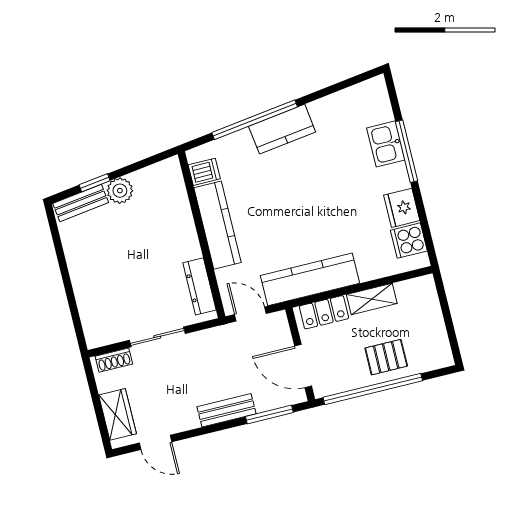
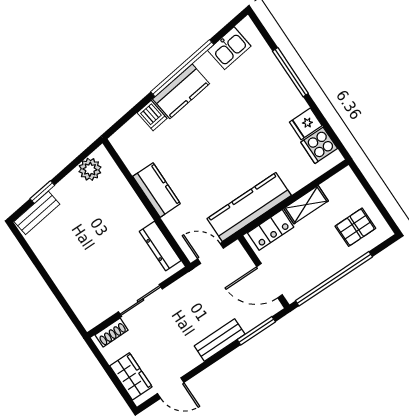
window: (255, 120) -> (182, 68), moved
kitchen sink: (386, 144) -> (229, 48), moved, turned -98
dishwasher: (204, 172) -> (152, 116), moved, turned 82
plant: (120, 191) -> (90, 169), moved
fridge: (402, 208) -> (306, 124), width x0.72
kitchen counter: (217, 225) -> (157, 190), width x0.67
pallet: (386, 357) -> (355, 227), moved

